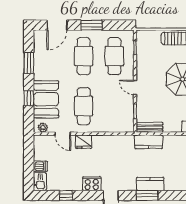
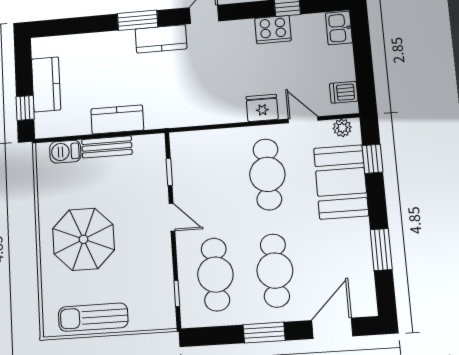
window: (29, 98) -> (373, 159), moved
bench: (149, 127) -> (107, 147), moved
kitchen counter: (149, 142) -> (117, 119), moved
dishwasher: (40, 166) -> (344, 92), moved
cooker: (92, 184) -> (273, 30), moved
kitchen counter: (150, 184) -> (161, 39), moved

